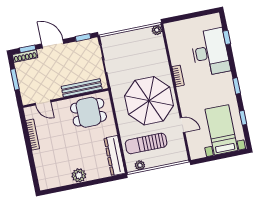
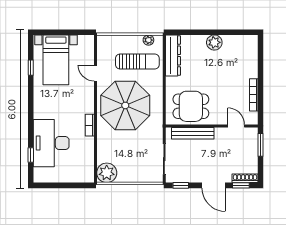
plant: (157, 30) -> (107, 173), width x1.88, depth x1.88
window: (15, 79) -> (261, 145), moved
window: (237, 86) -> (31, 102), removed

